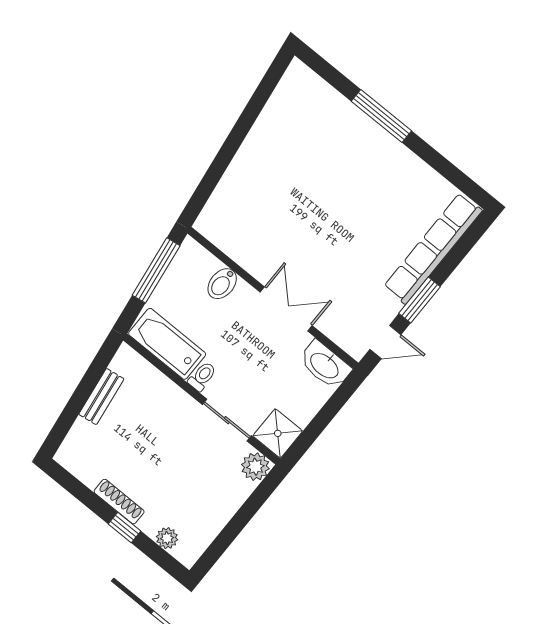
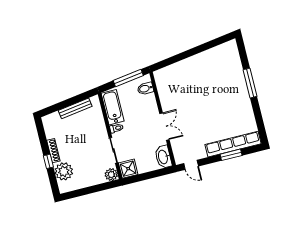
bidet: (222, 284) -> (145, 88), moved
window: (420, 300) -> (231, 155), moved
bench: (101, 397) -> (75, 108), width x1.36
plant: (167, 538) -> (64, 171), width x1.88, depth x1.88

